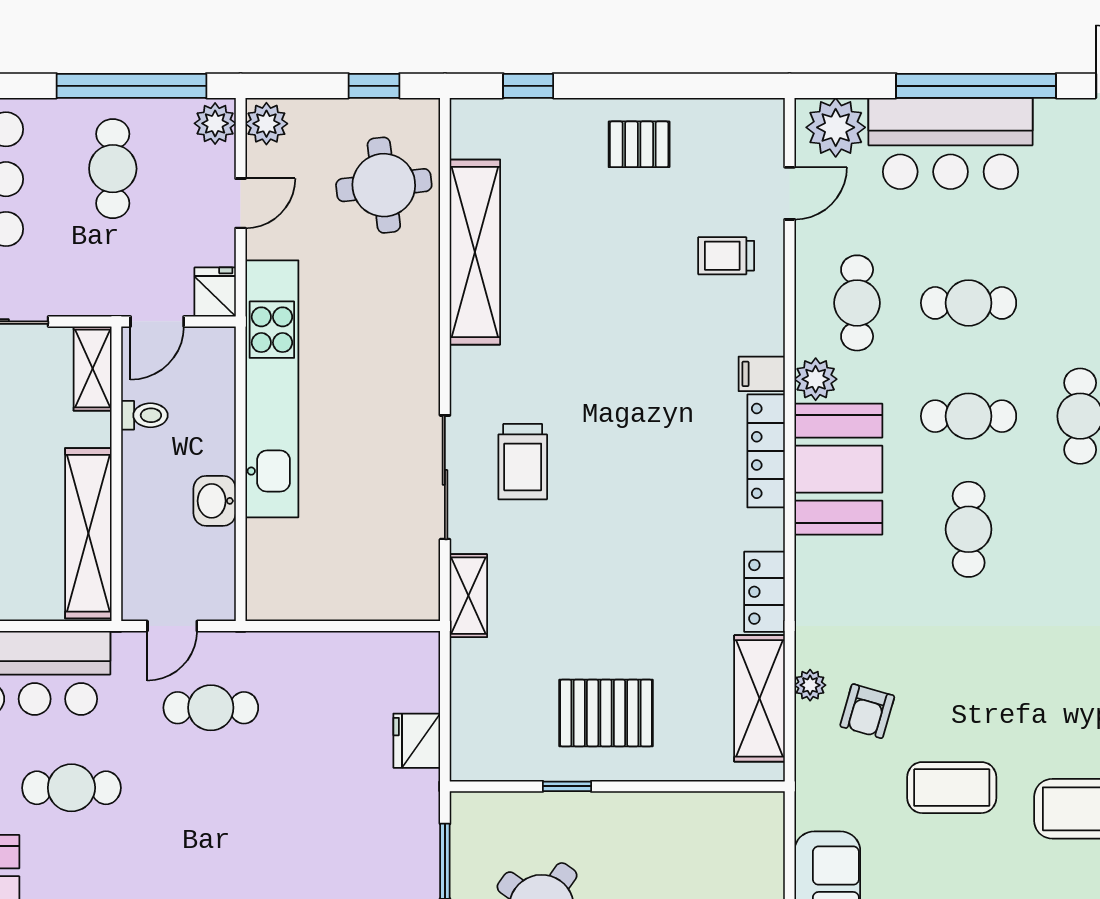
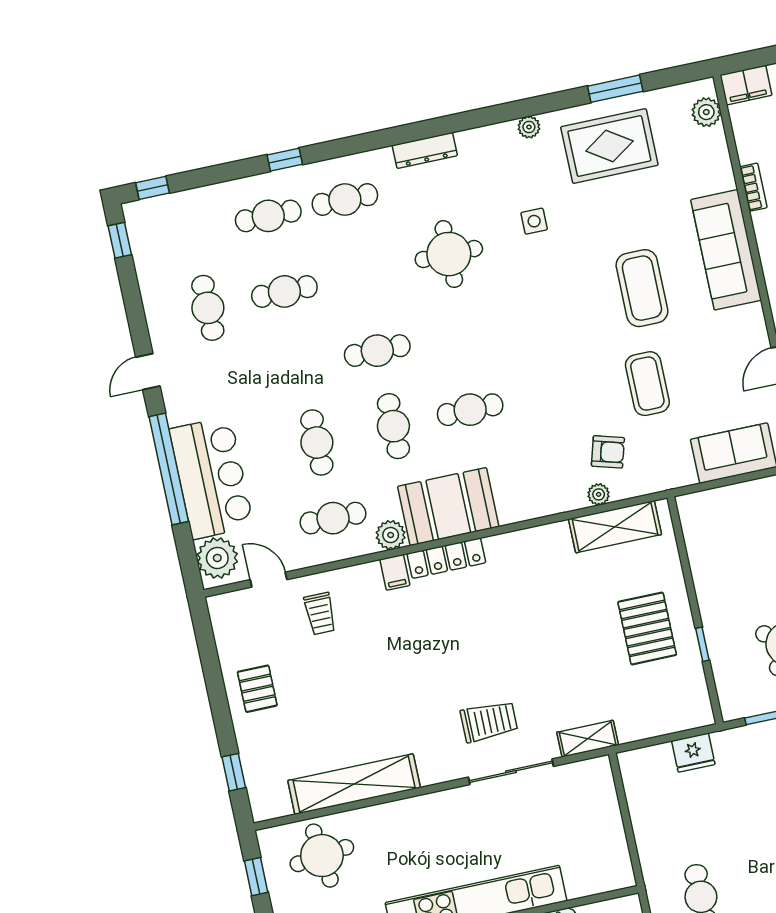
locker: (764, 592) -> (542, 539), removed

